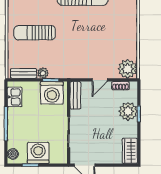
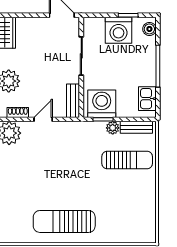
sun lounger: (35, 33) -> (127, 160), moved

